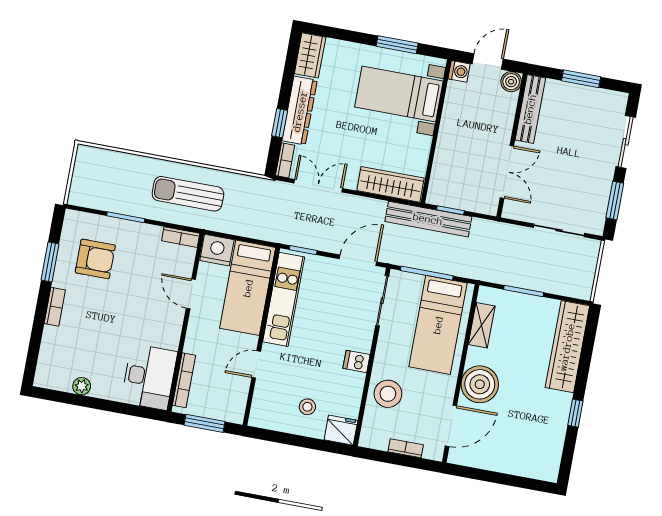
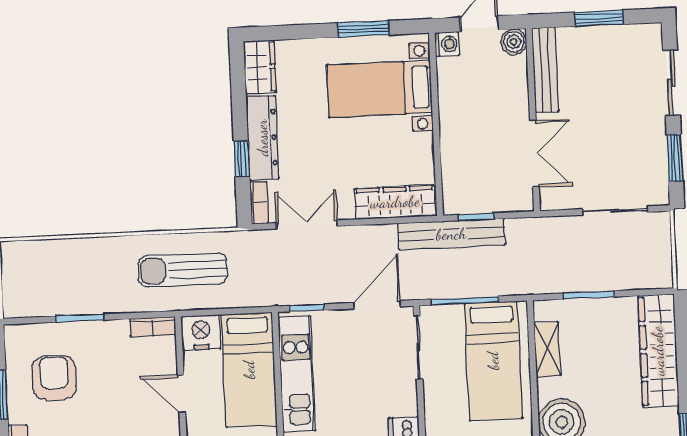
sun lounger: (188, 194) -> (183, 270), moved
armchair: (95, 259) -> (54, 378), turned -90

